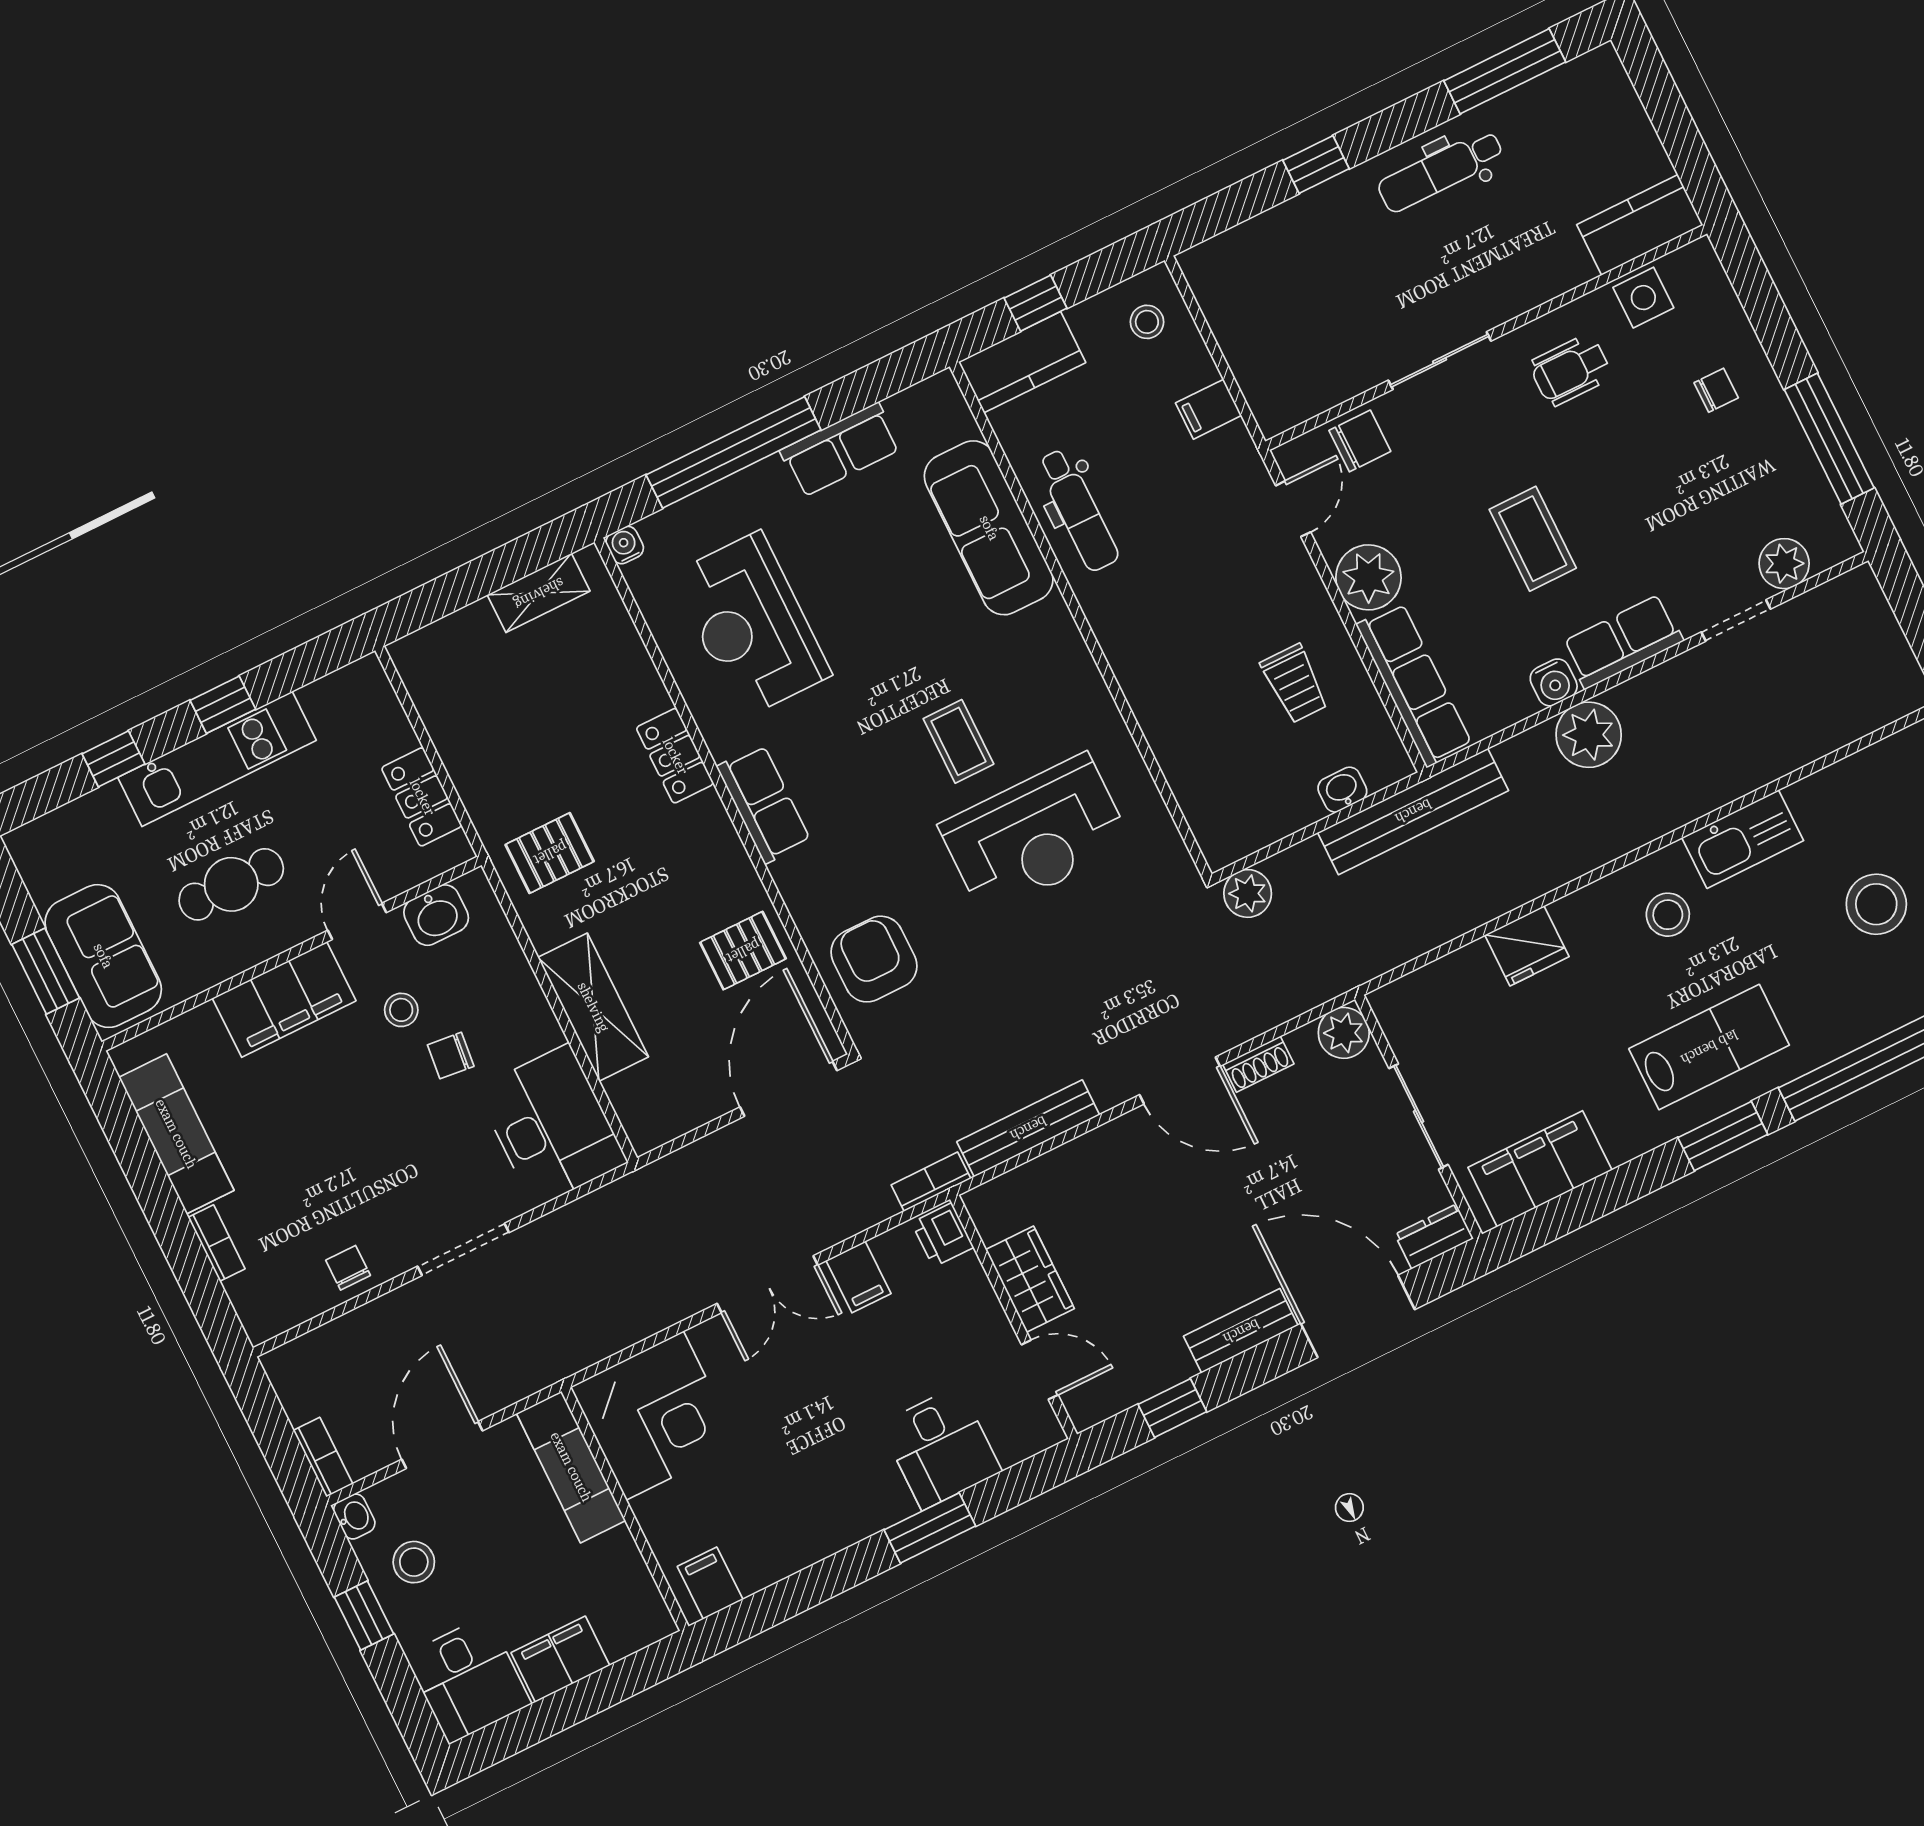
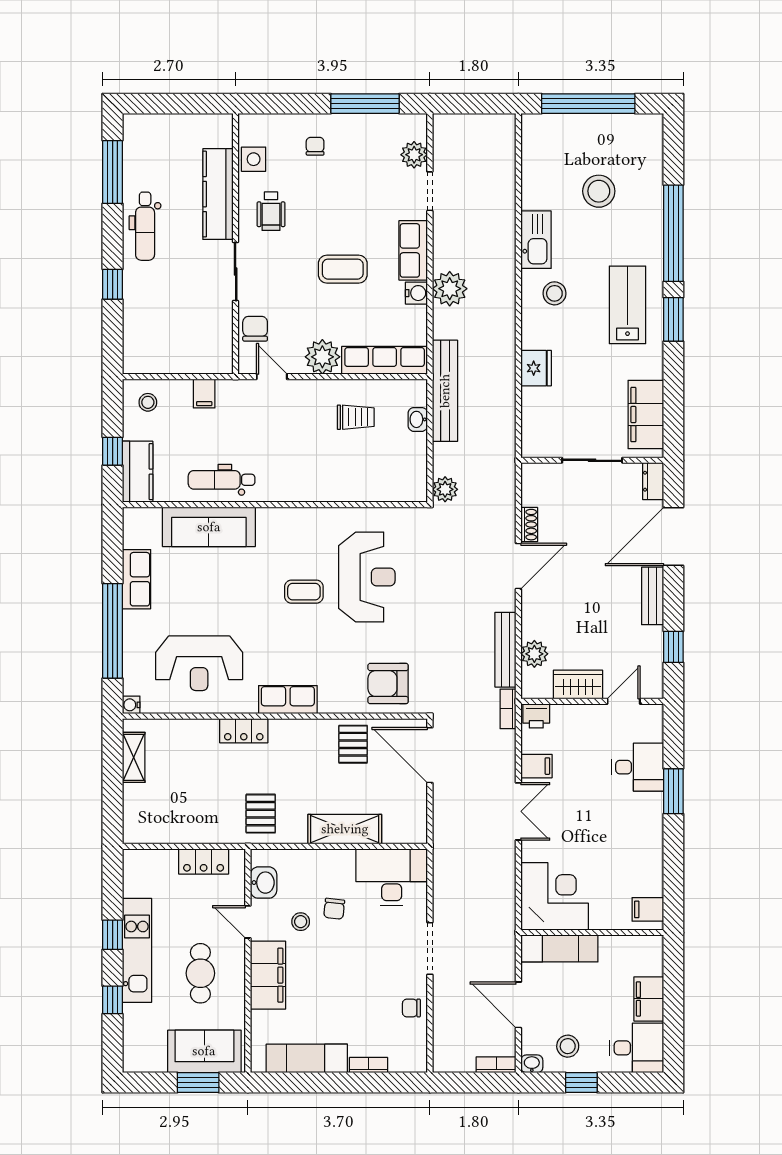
kitchen counter: (1640, 225) -> (218, 194), moved, width x1.50
dental chair: (1078, 510) -> (222, 480), turned 180
plant: (1344, 1033) -> (534, 654), moved

